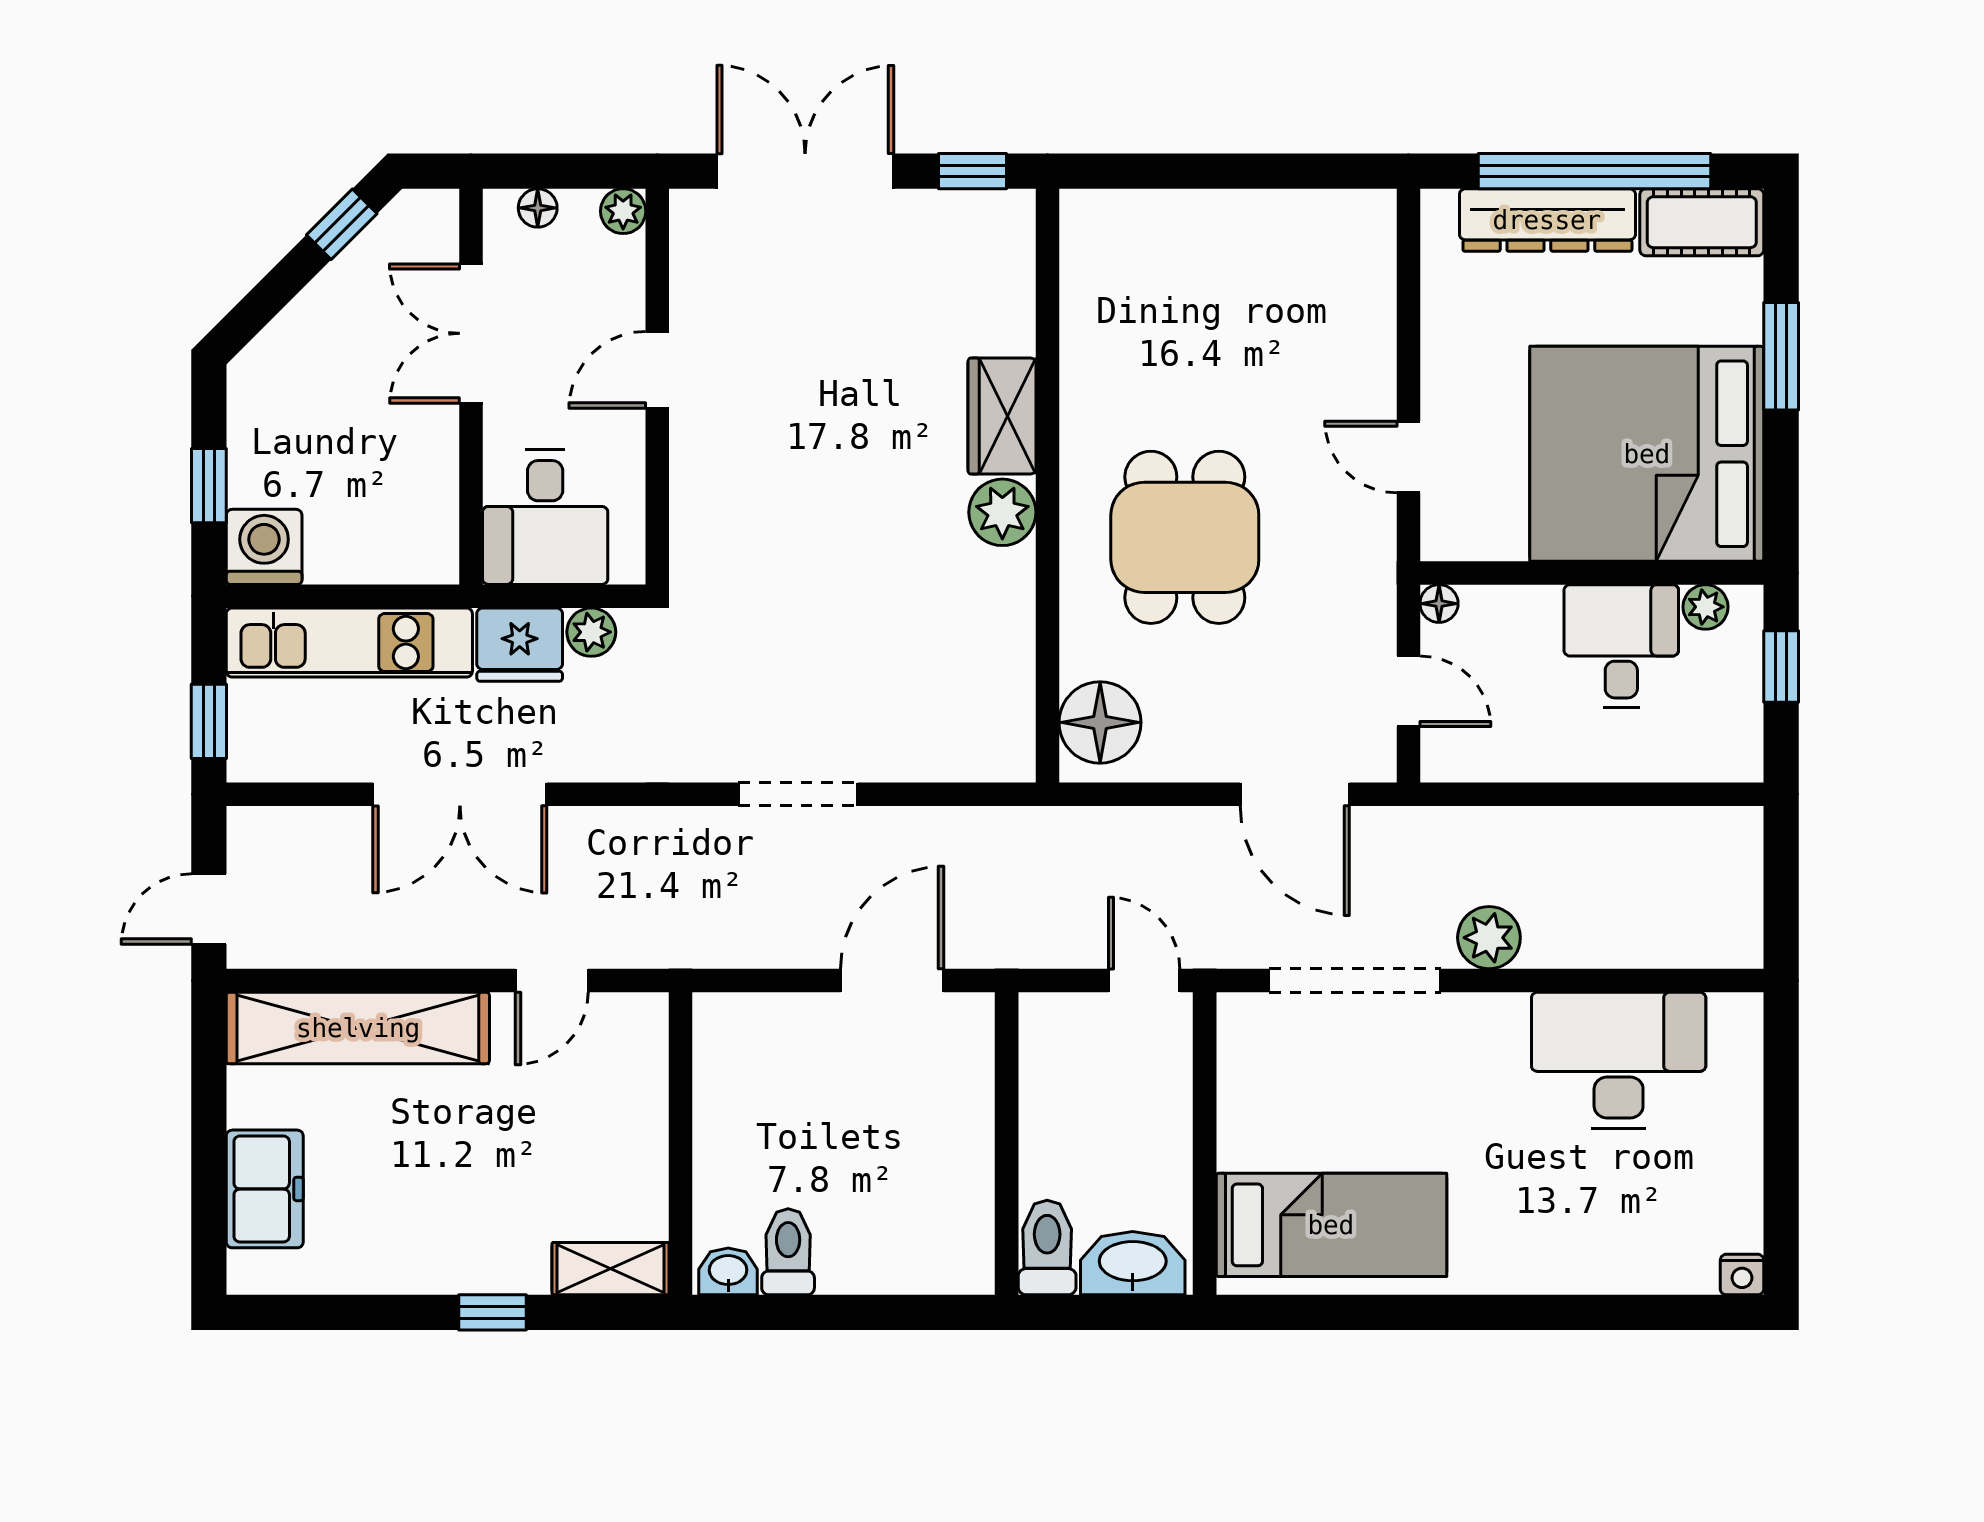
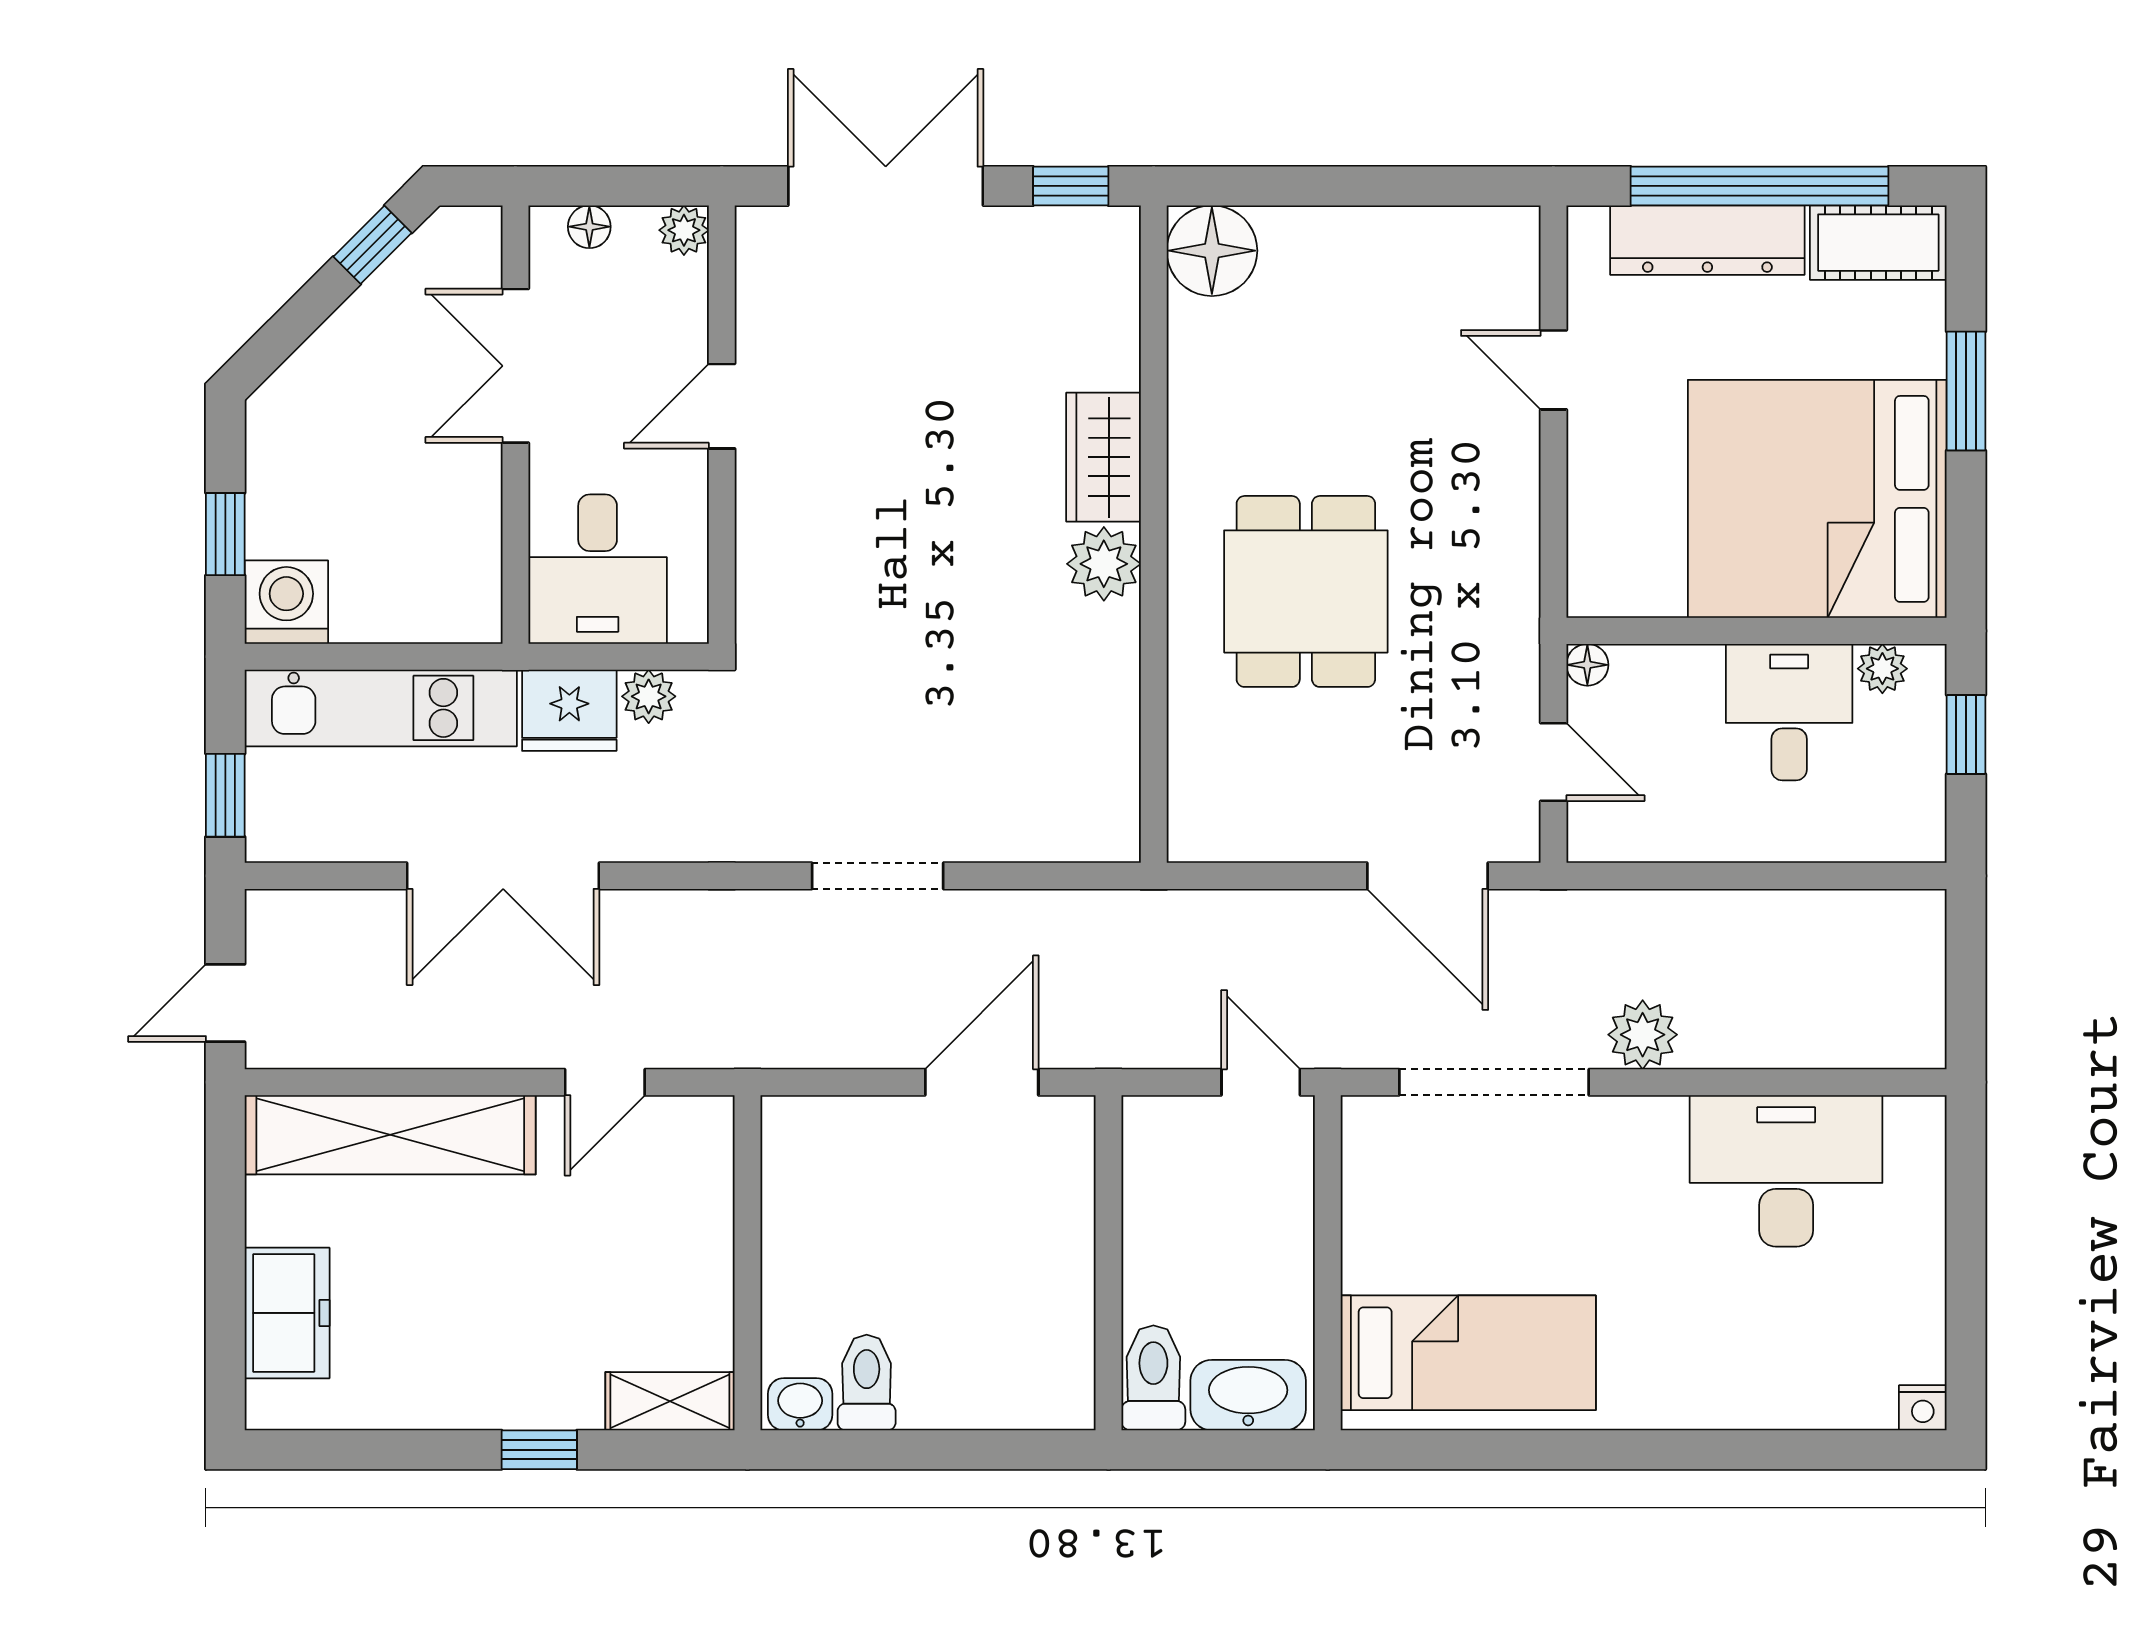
door: (1408, 457) -> (1553, 370), moved
floor lamp: (1100, 722) -> (1212, 251), moved

